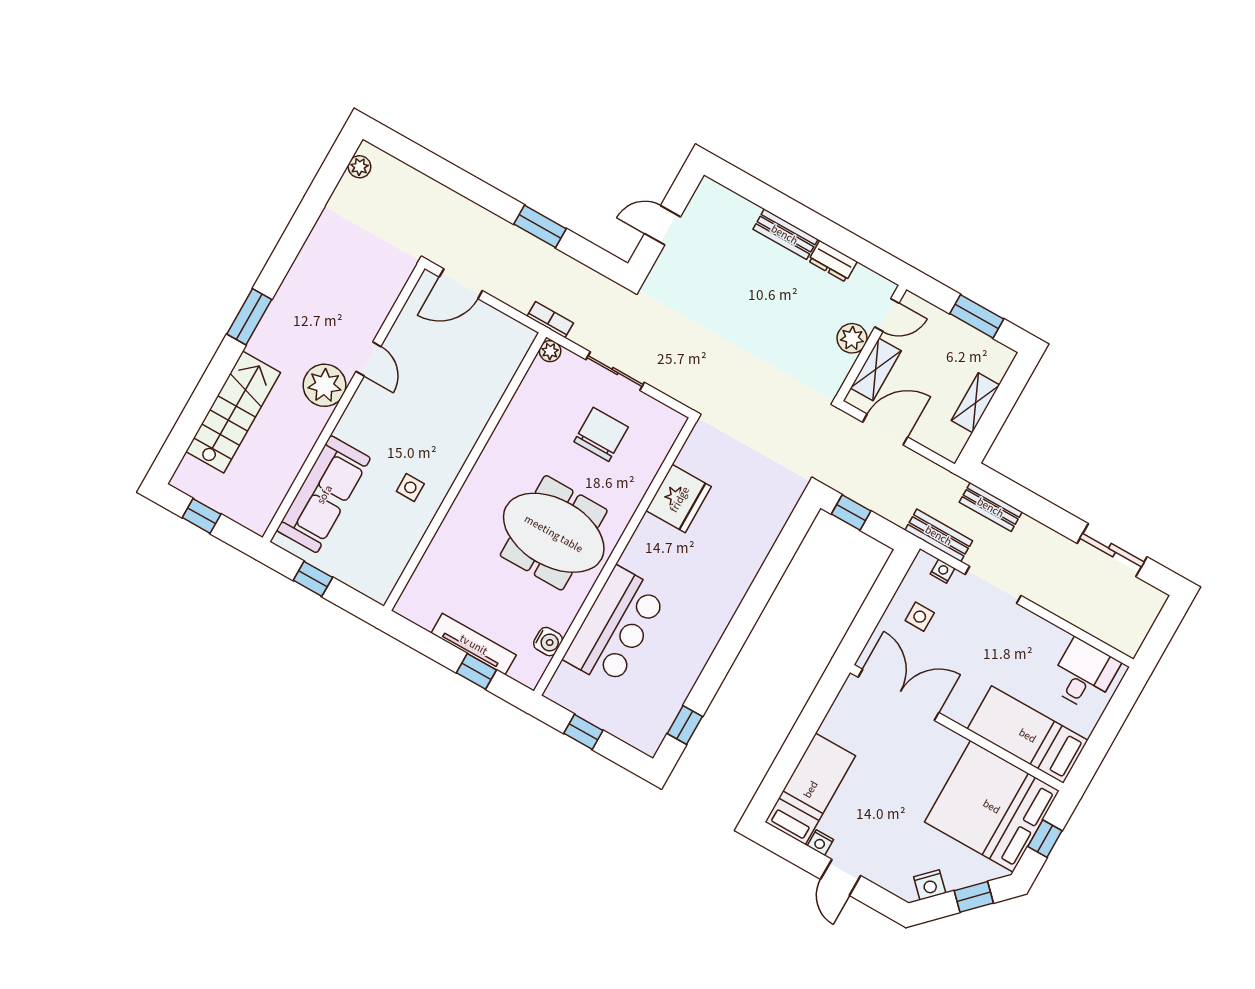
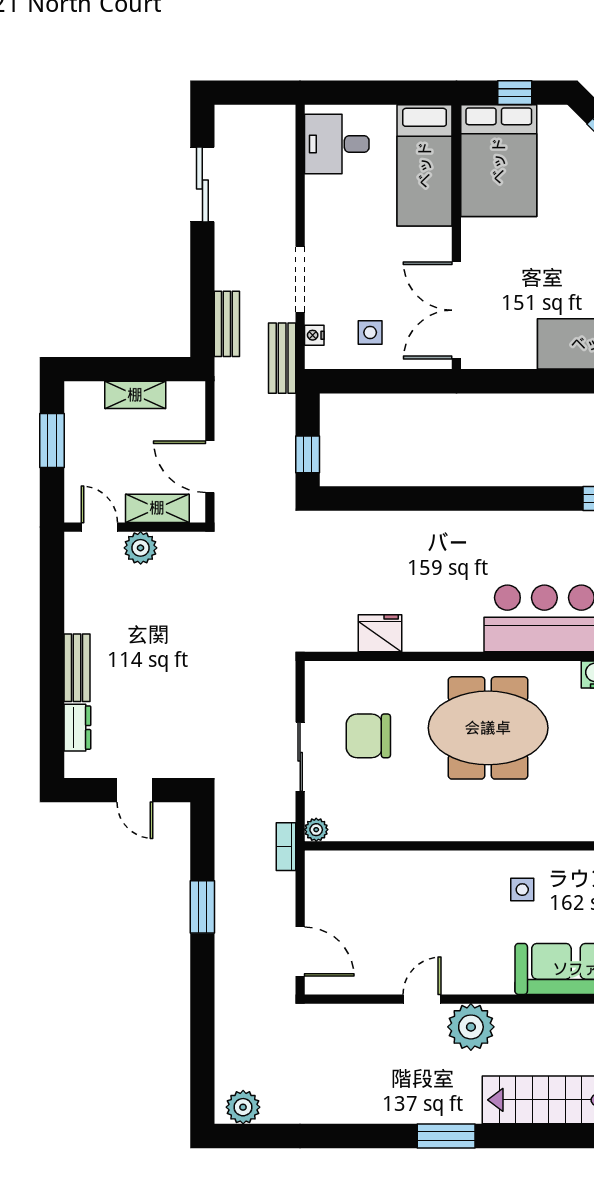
plant: (359, 167) -> (243, 1107), width x1.38, depth x1.38
dresser: (833, 261) -> (77, 728), moved
fridge: (679, 499) -> (380, 633), width x0.73, depth x0.75
meeting table: (554, 533) -> (488, 728), turned 90
bed: (992, 806) -> (499, 161), width x0.73

